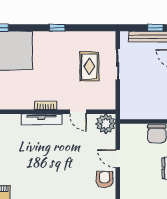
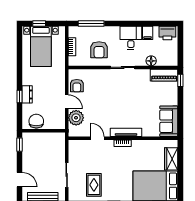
rug: (89, 66) -> (94, 185), moved
plant: (106, 124) -> (76, 118), moved

